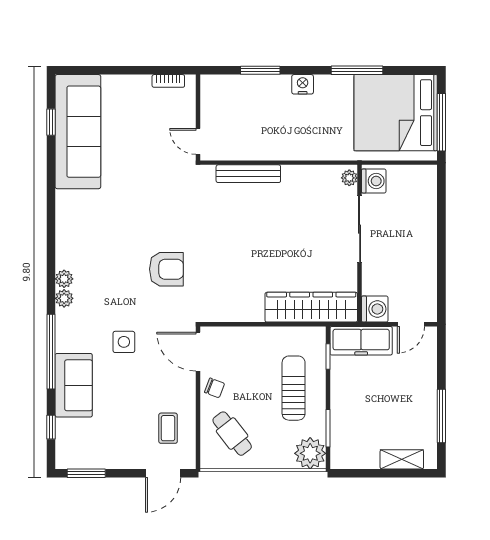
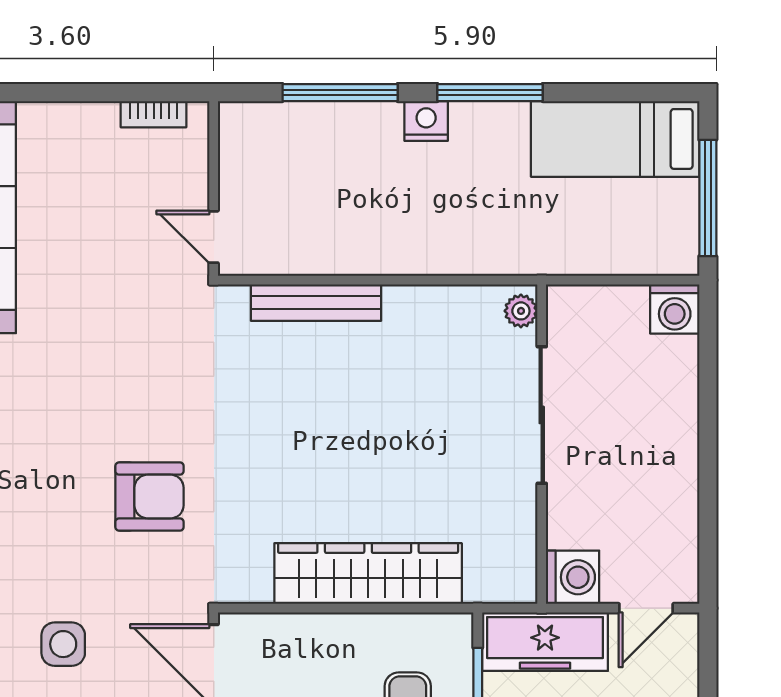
window: (260, 70) -> (340, 93), width x1.44
window: (357, 70) -> (490, 93), moved
bed: (396, 113) -> (615, 139), width x0.49
washing machine: (374, 181) -> (675, 309), moved, turned 90
wardrobe: (311, 307) -> (368, 574), moved

